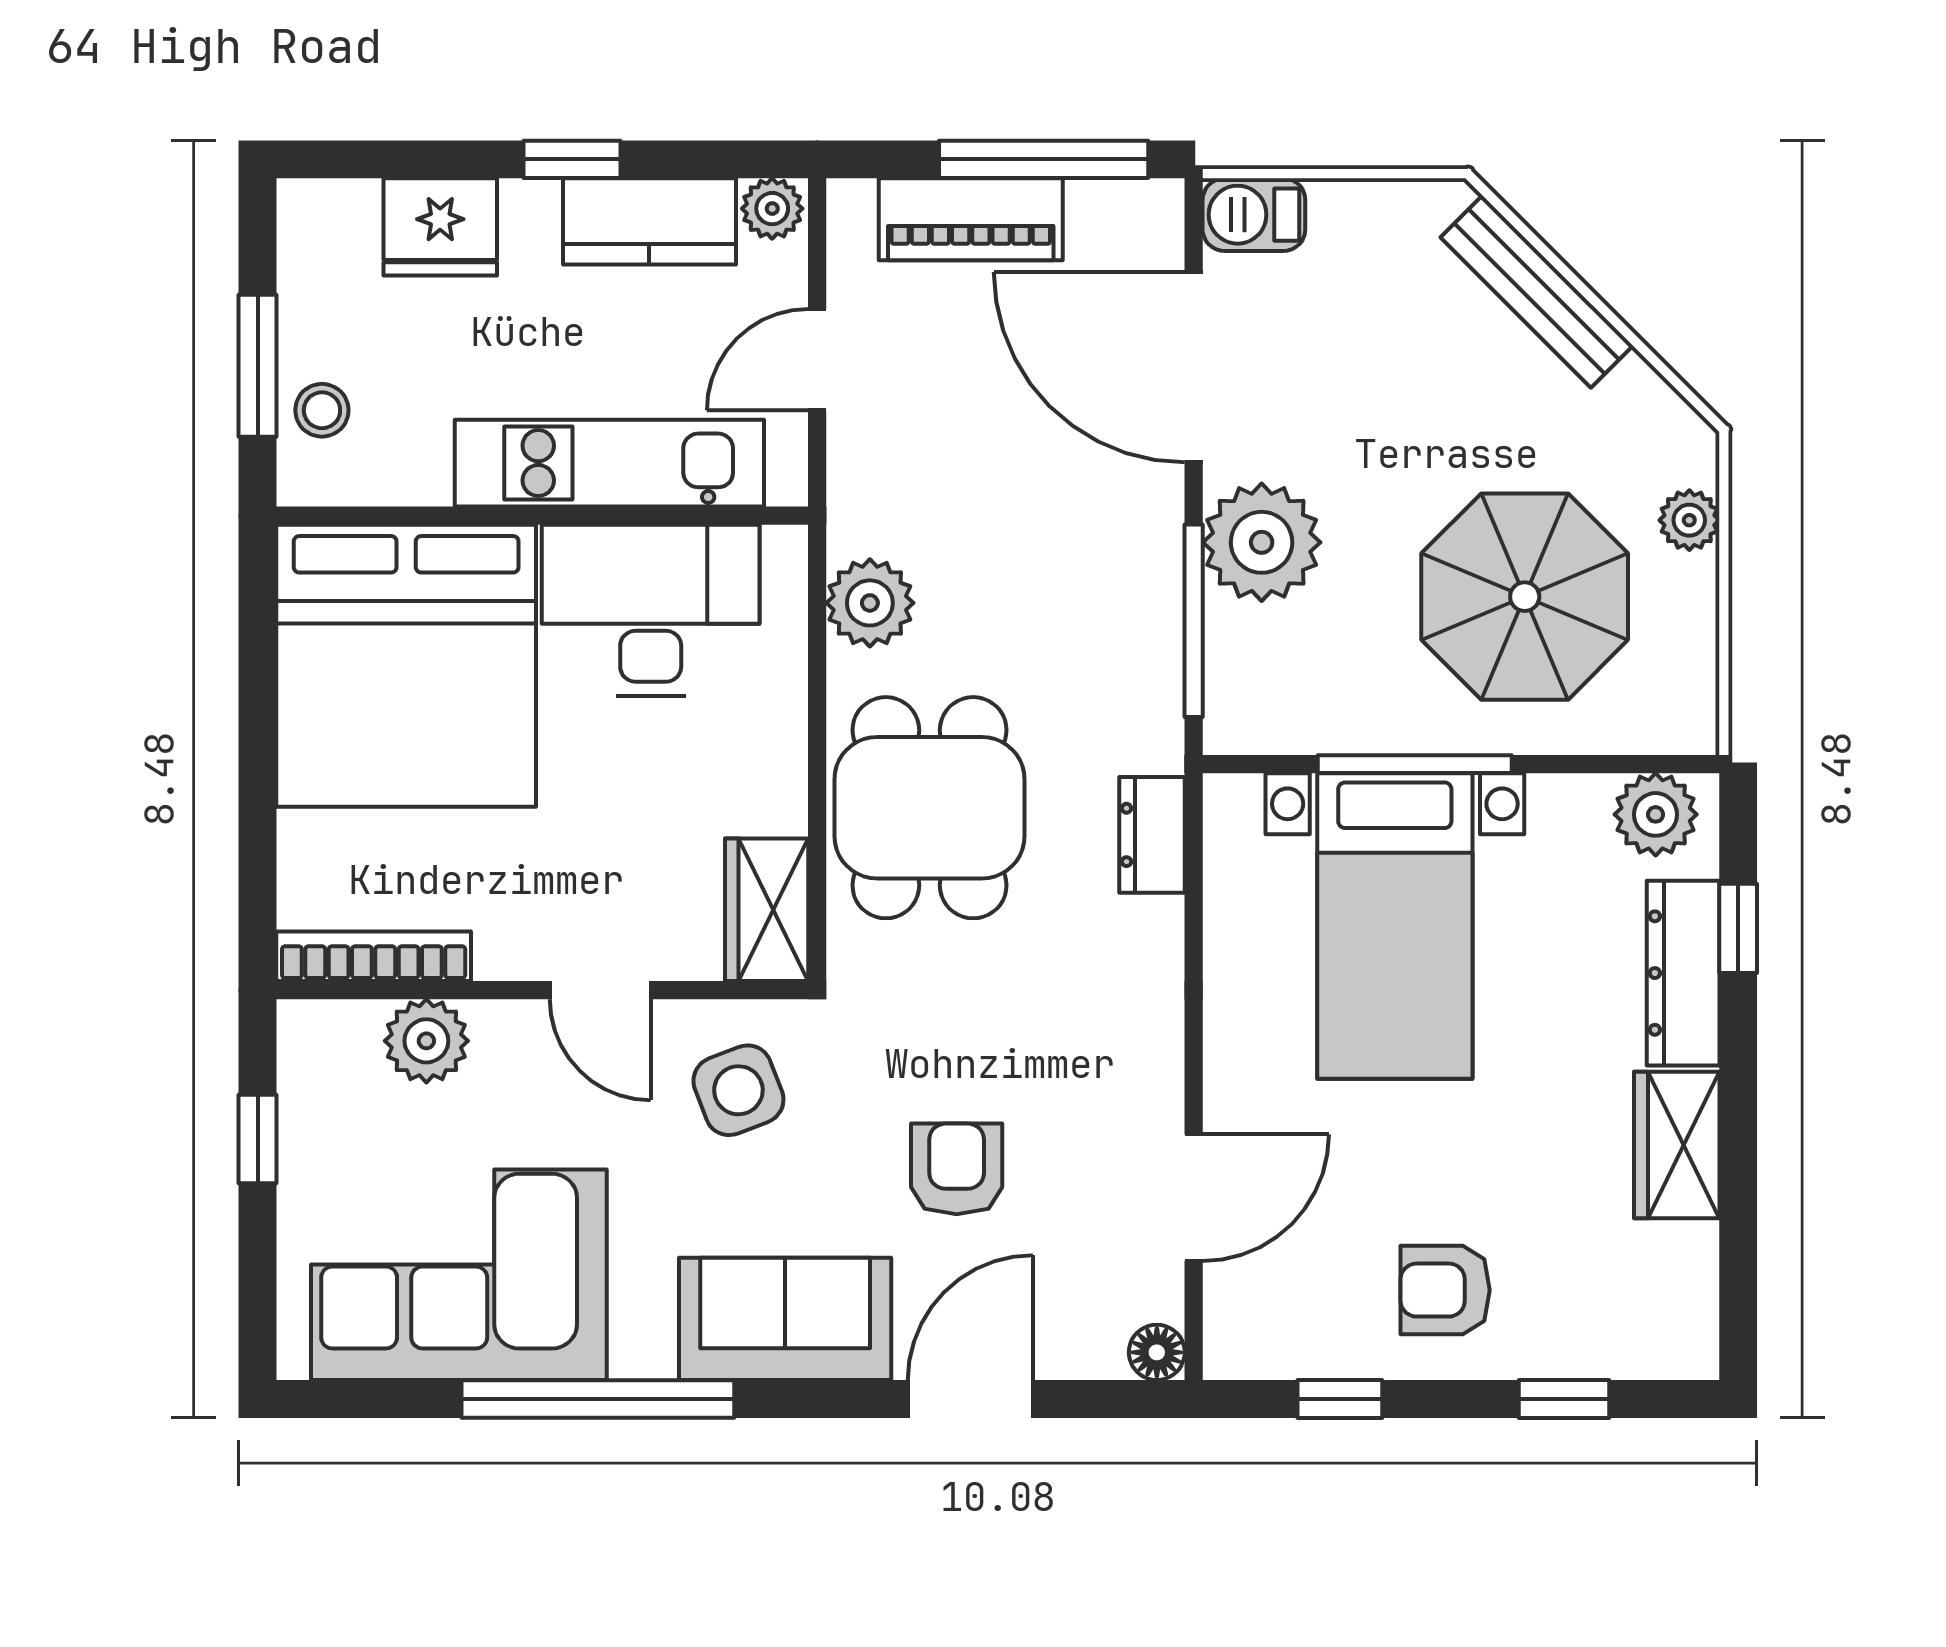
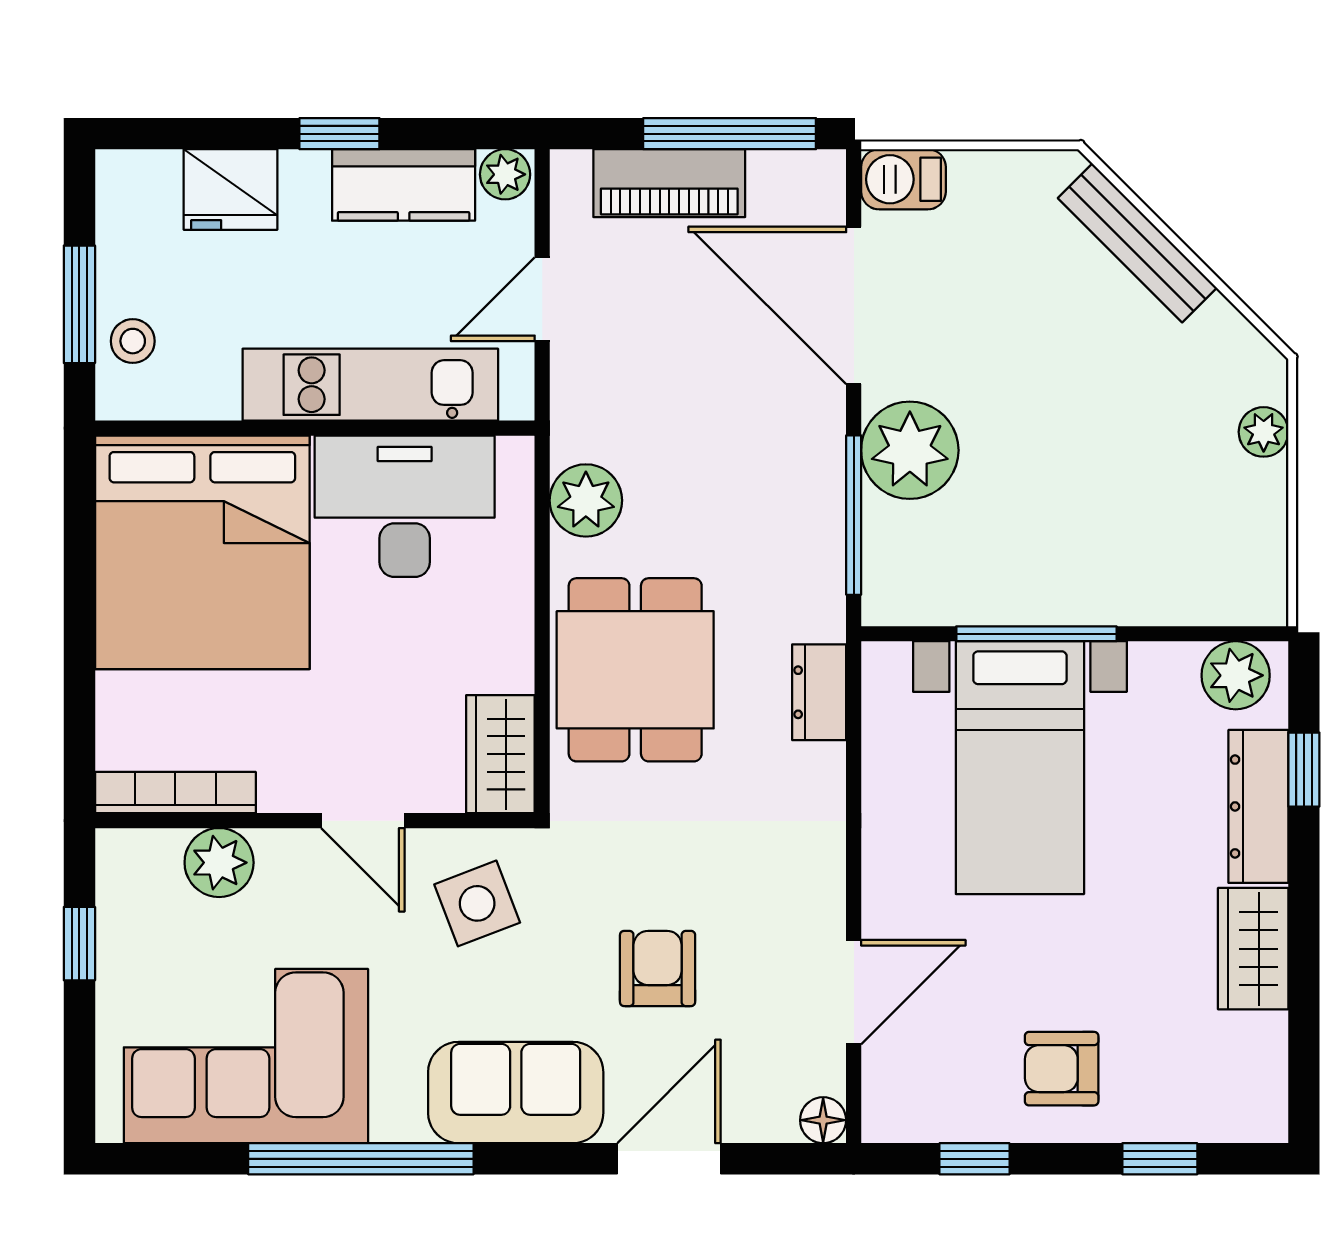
parasol: (1525, 597) -> (1127, 495), removed

